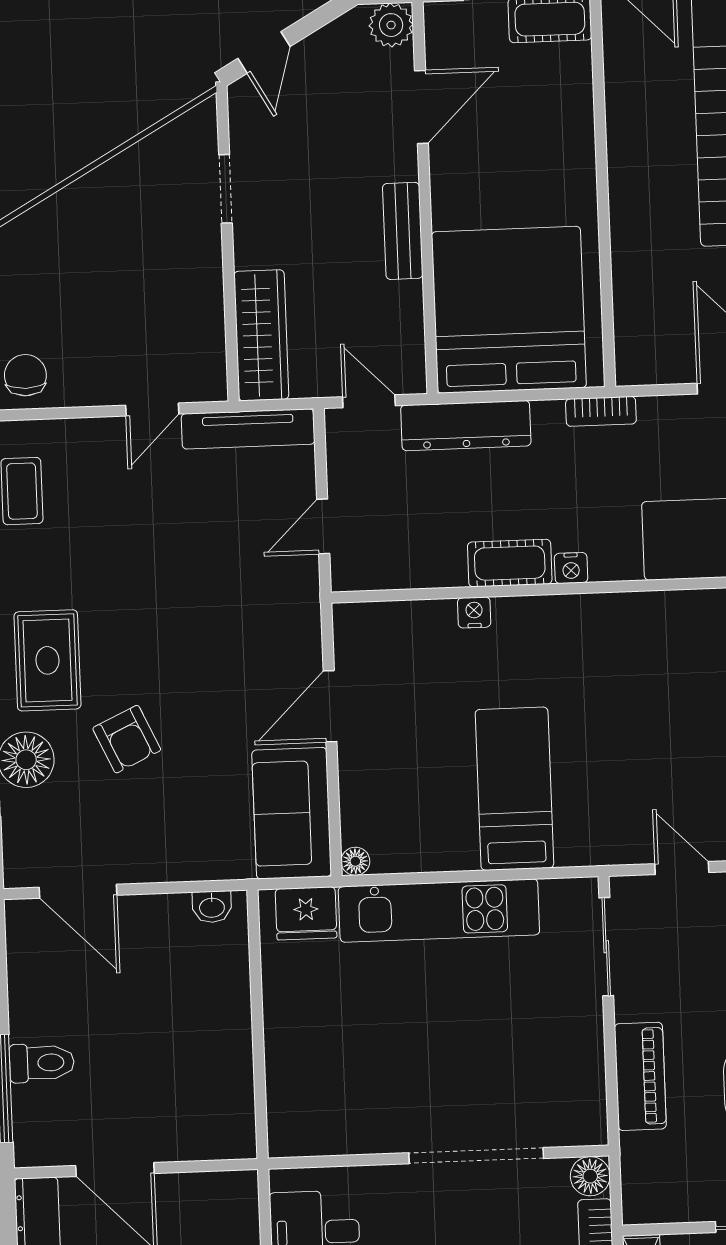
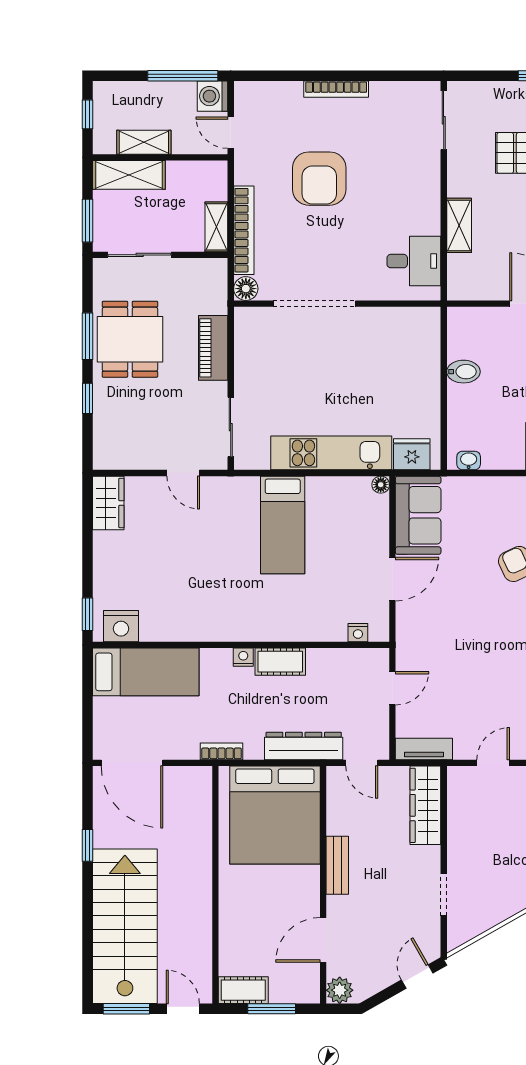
tv unit: (248, 429) -> (424, 749), width x0.71
nightstand: (474, 612) -> (358, 633), moved
bidet: (226, 1053) -> (463, 372), added

